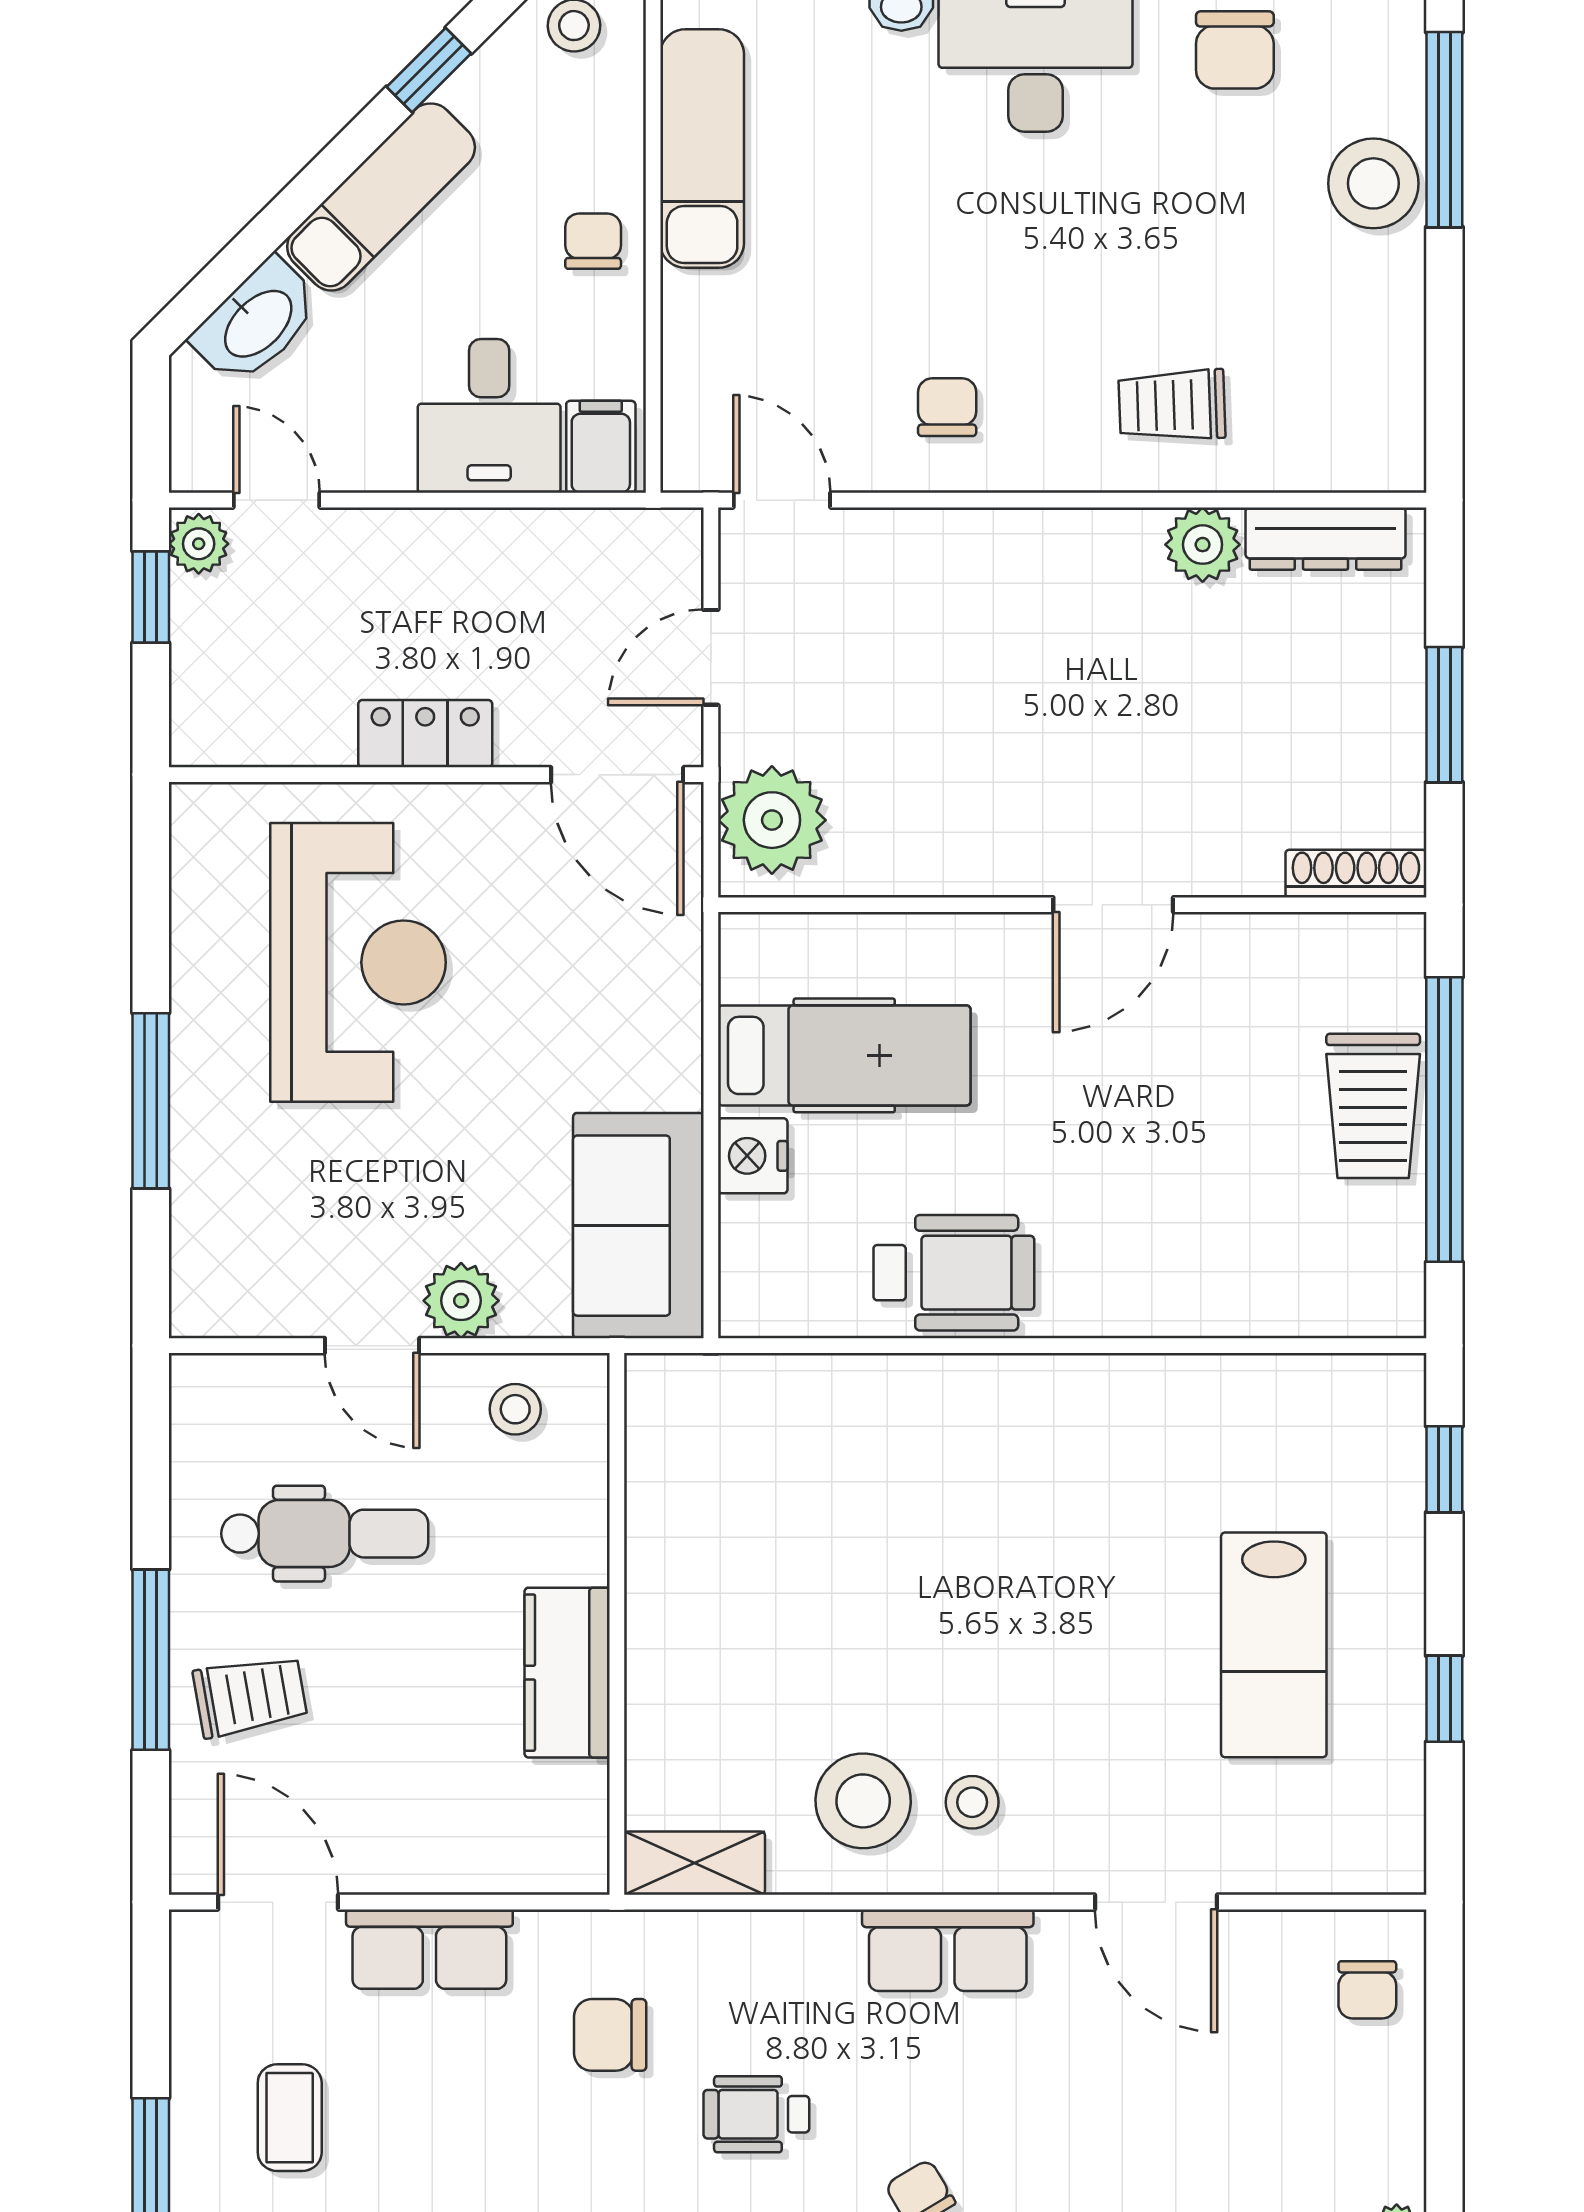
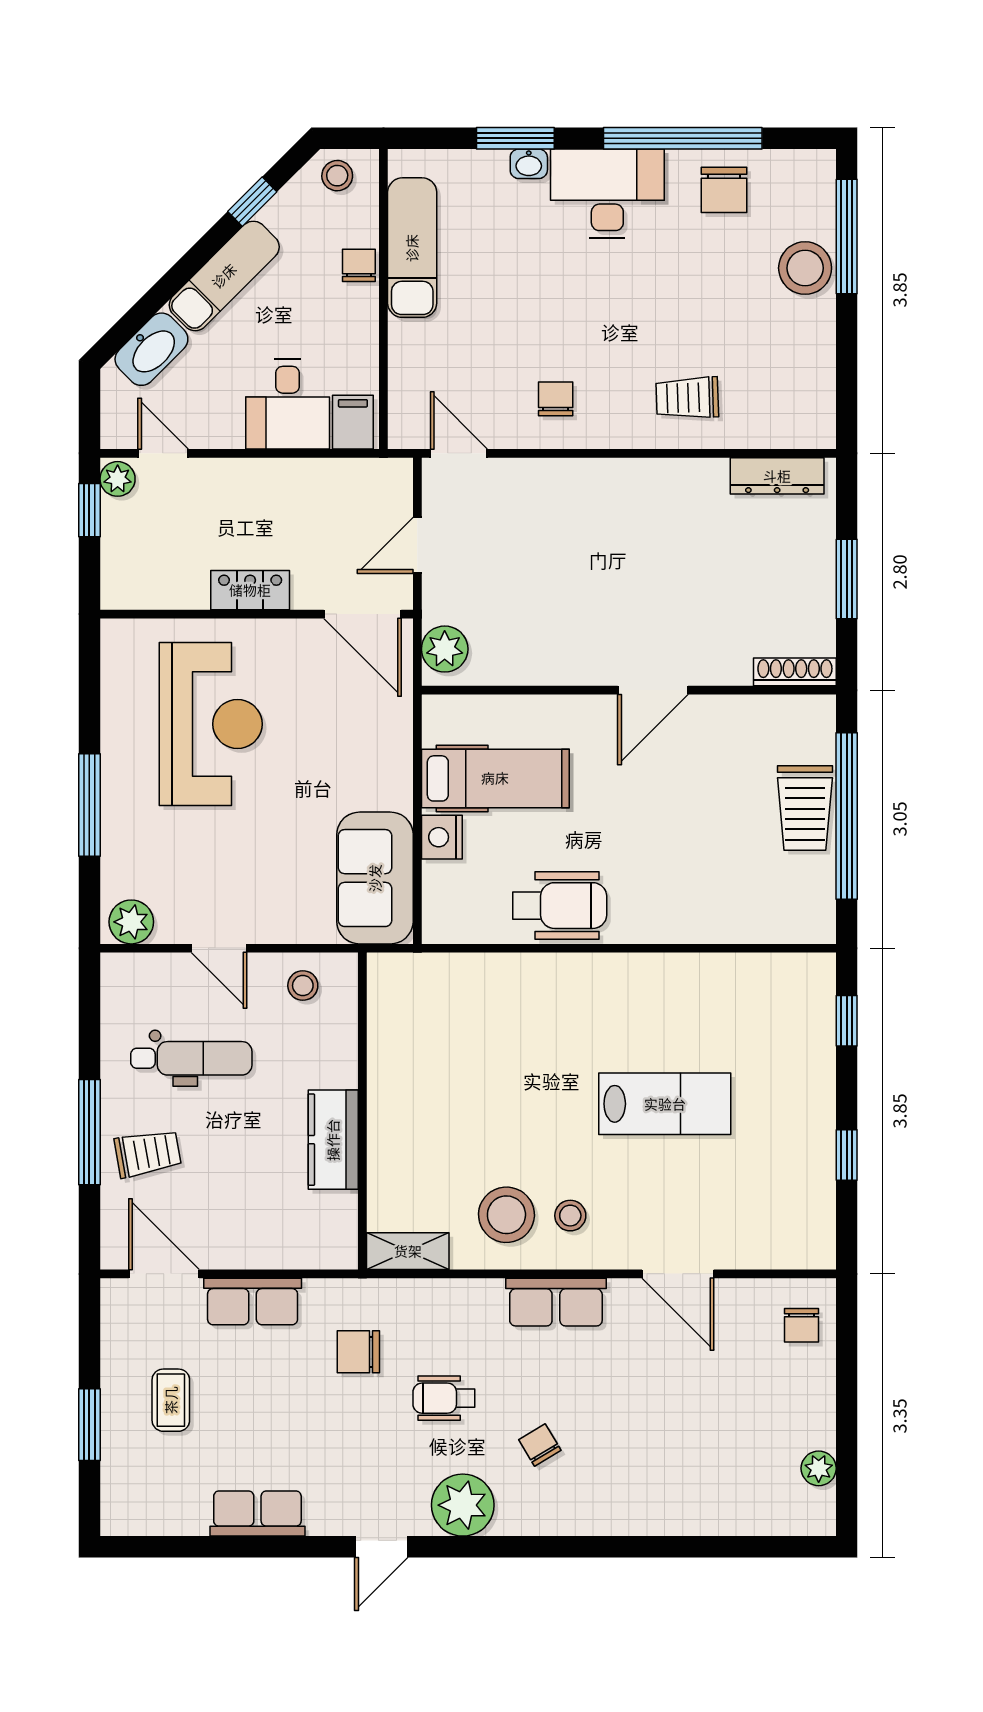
chair: (593, 241) -> (359, 265), moved
plant: (1203, 545) -> (705, 479), removed
plant: (772, 820) -> (445, 649), width x0.73, depth x0.73
plant: (461, 1301) -> (131, 922), moved
lab bench: (1274, 1645) -> (665, 1104), moved, turned -90

